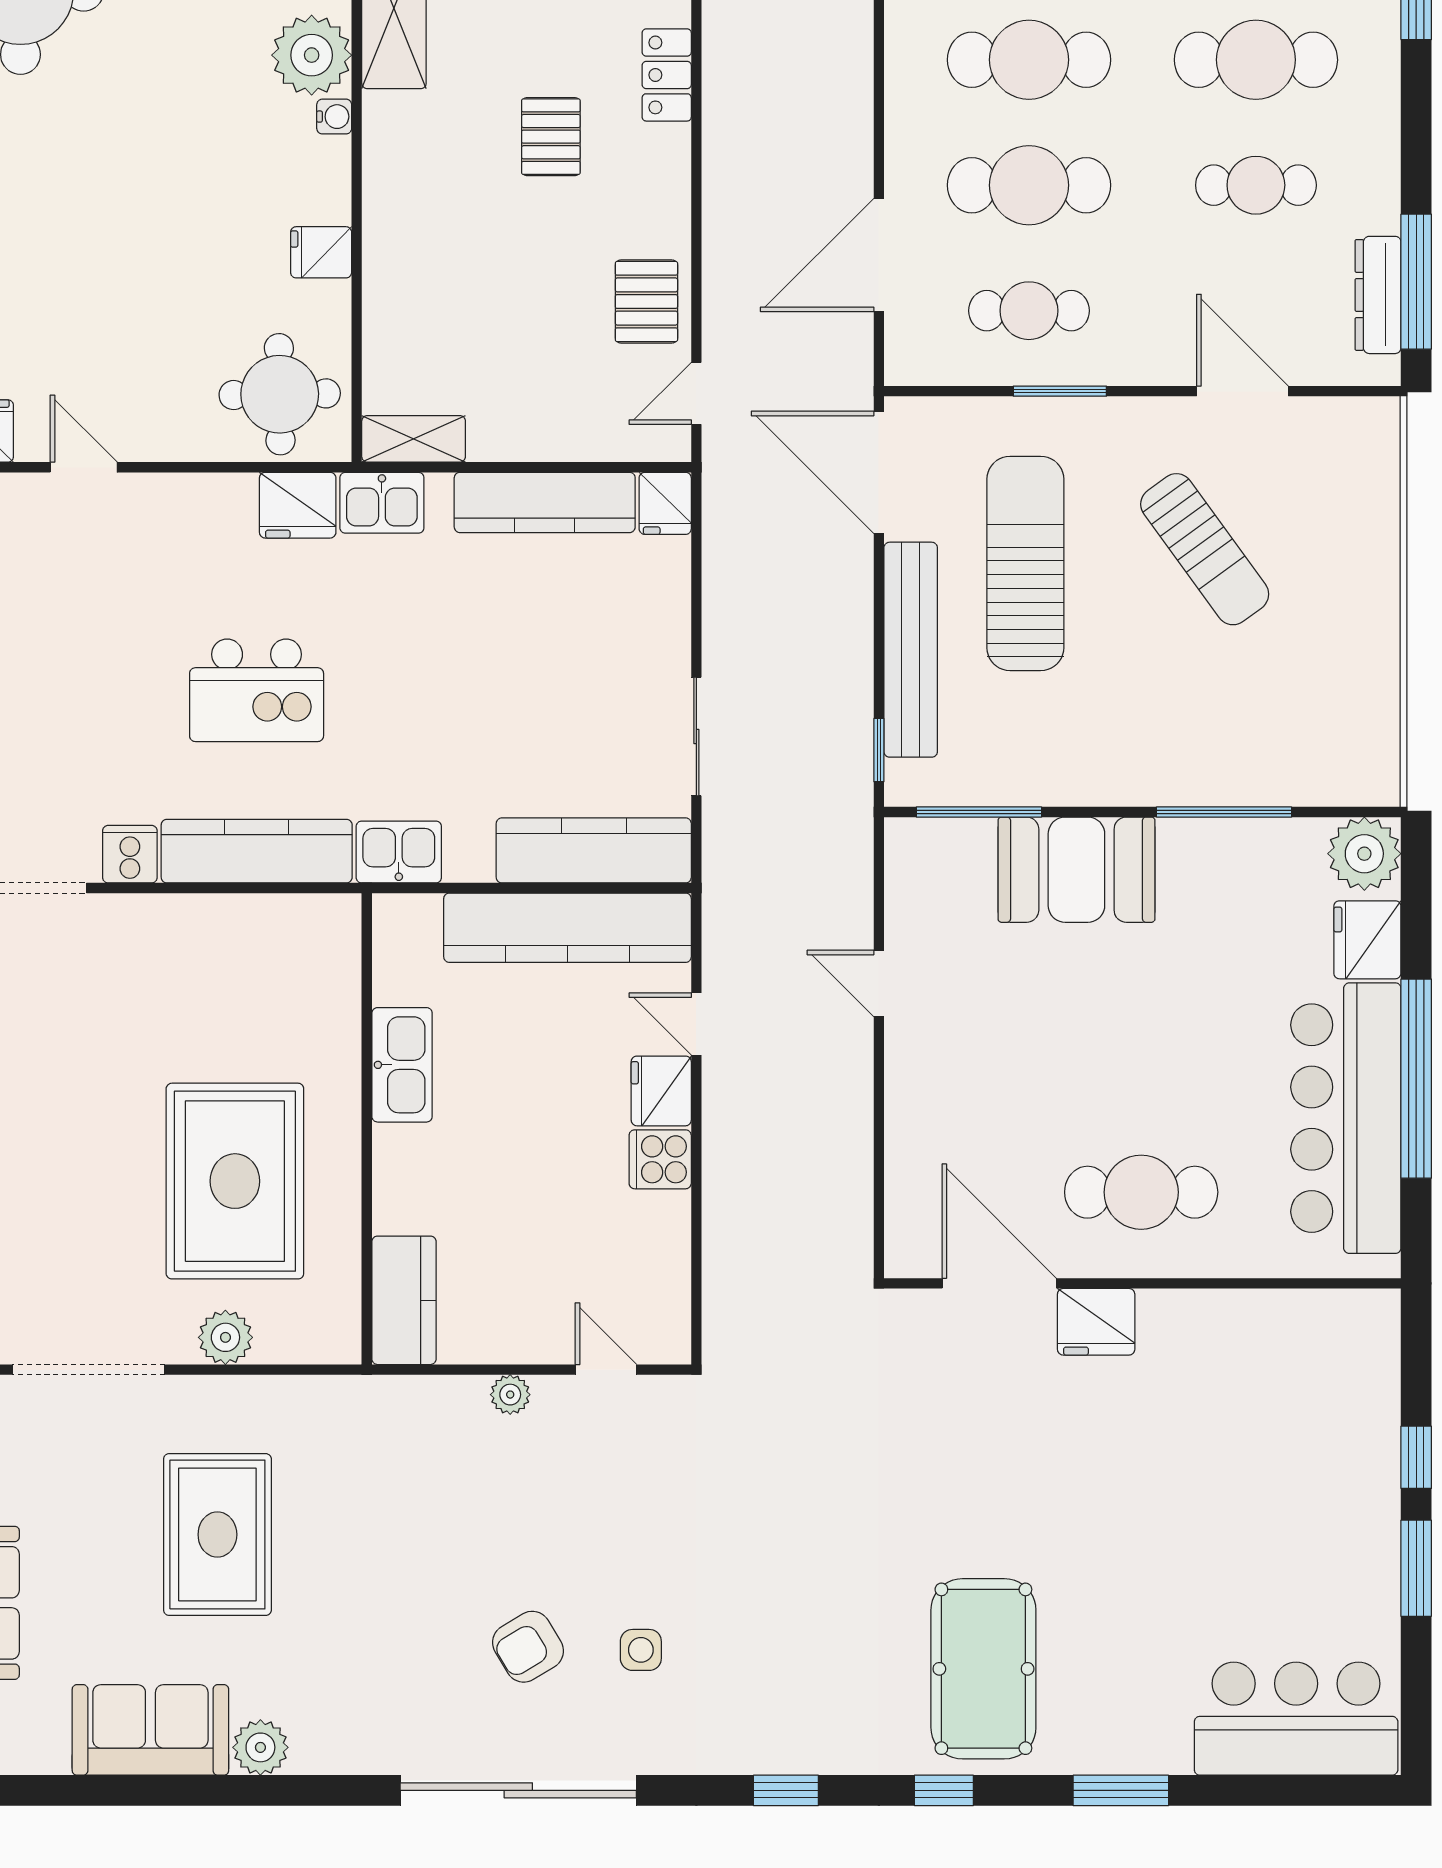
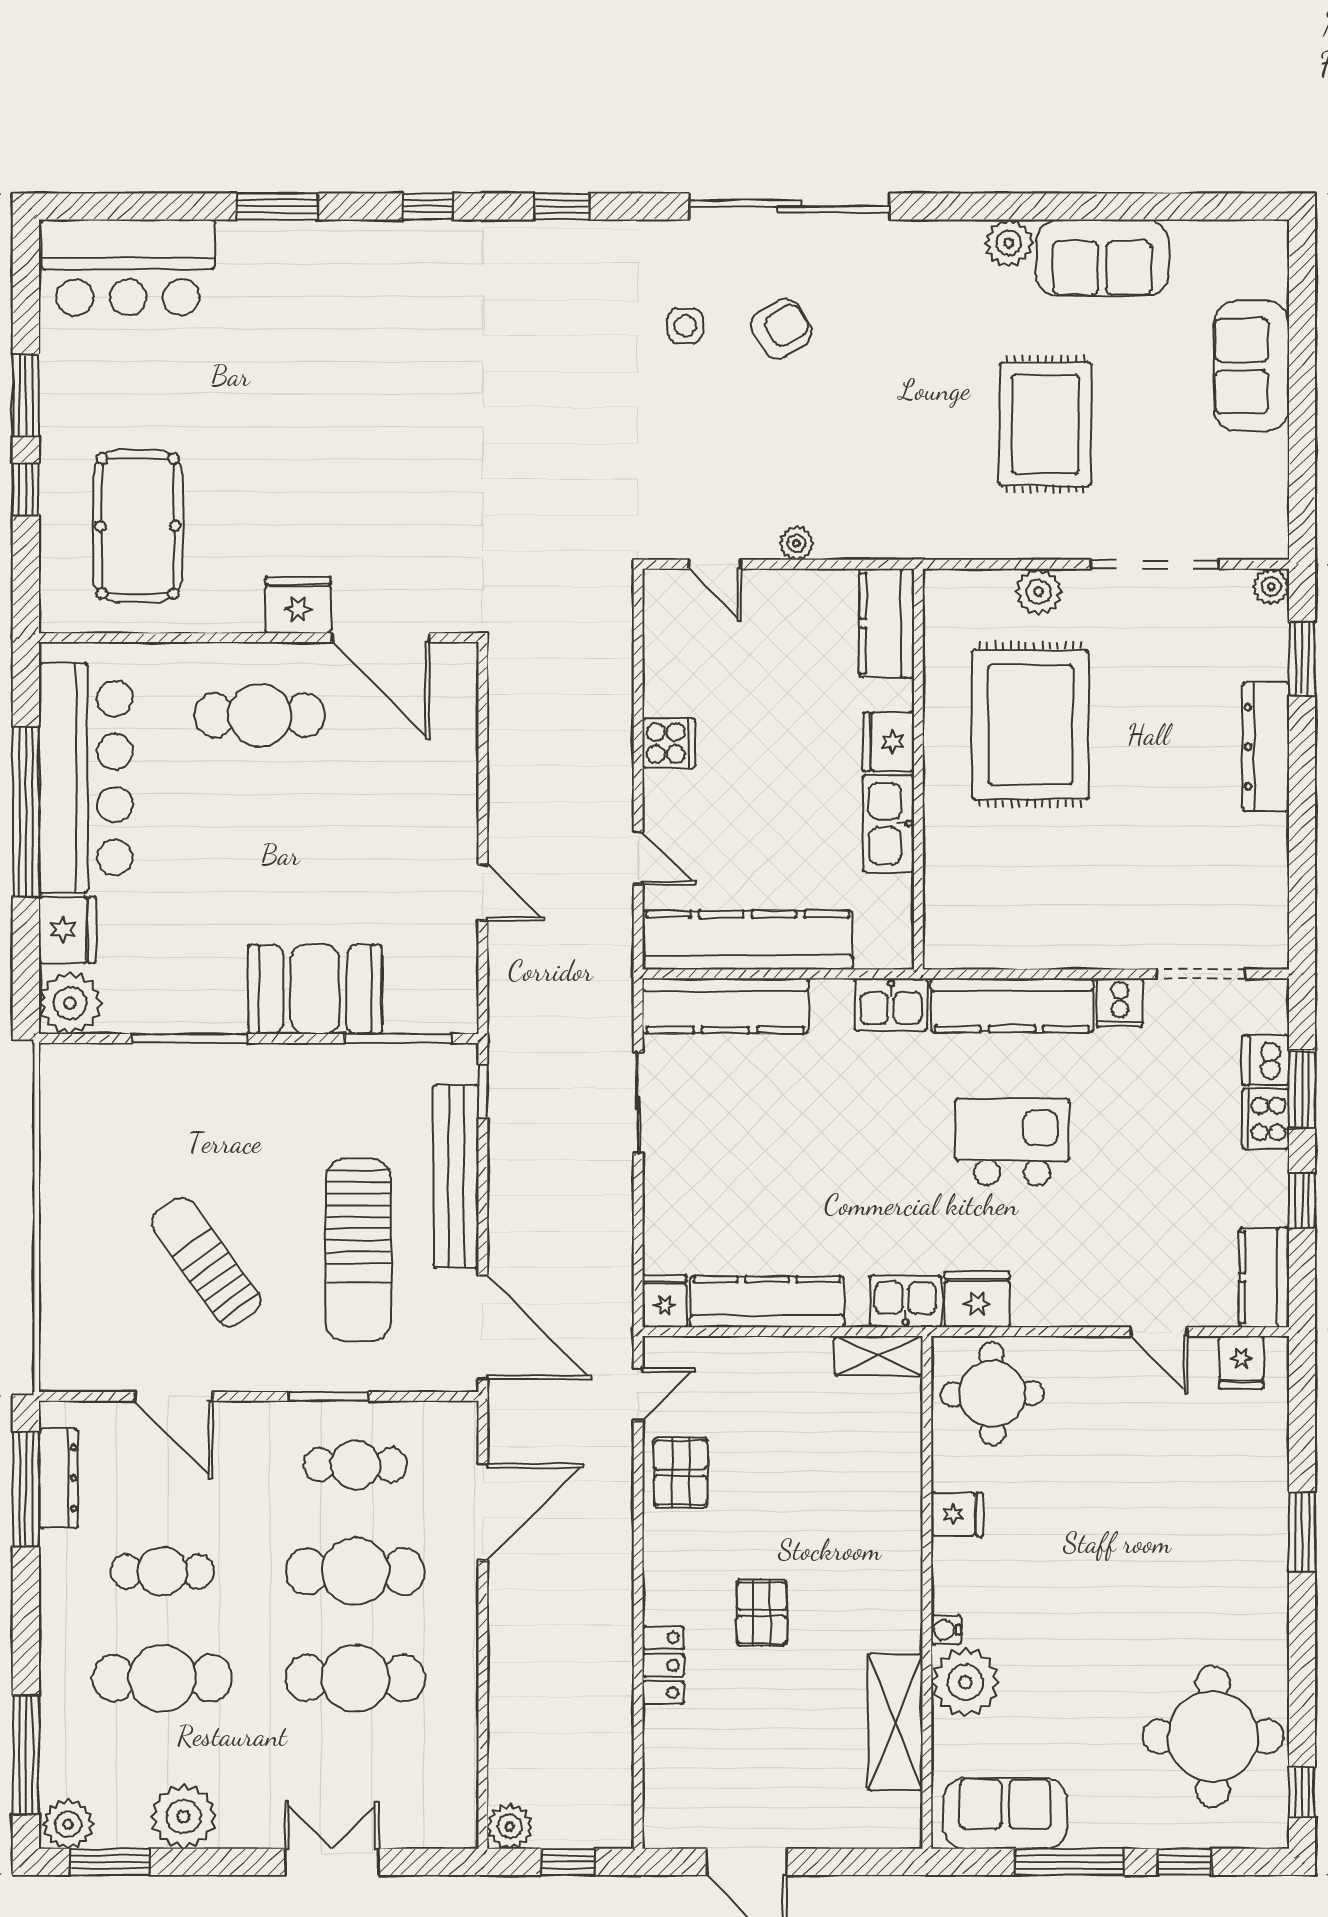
fridge: (661, 1091) -> (888, 742), moved, turned 180
pool table: (983, 1669) -> (138, 526), moved

